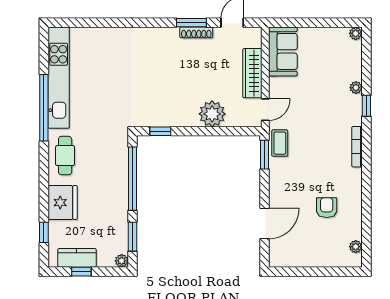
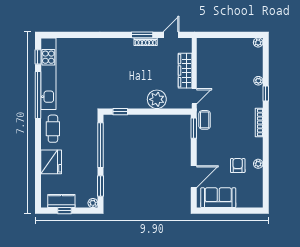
sofa: (283, 51) -> (218, 198), moved, turned -90
window: (44, 232) -> (38, 57), moved
plant: (356, 247) -> (258, 164), moved

